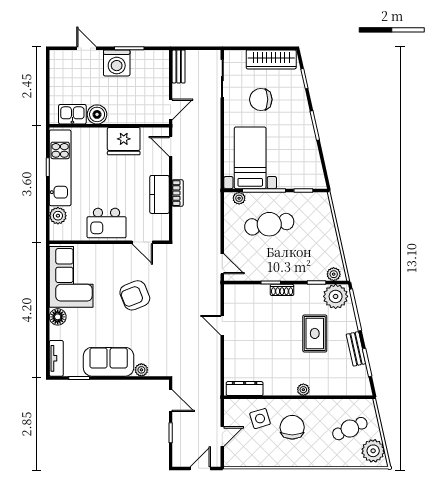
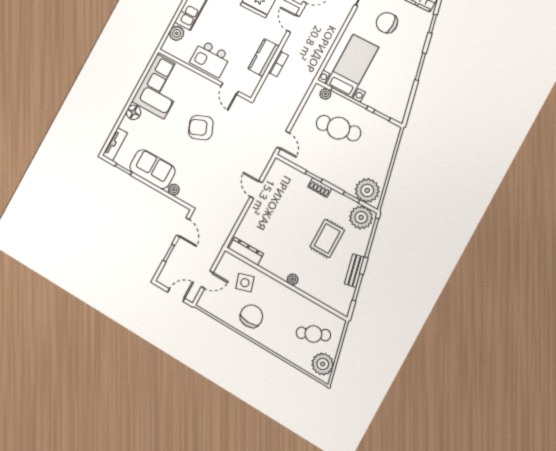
plant: (334, 274) -> (367, 190), width x1.87, depth x1.87
chair: (292, 427) -> (251, 316), moved

